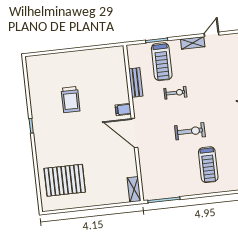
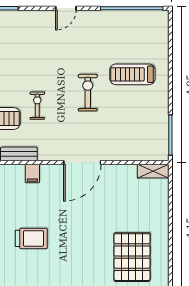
filing cabinet: (123, 110) -> (32, 174), moved
treadmill: (208, 165) -> (132, 74), turned 180

